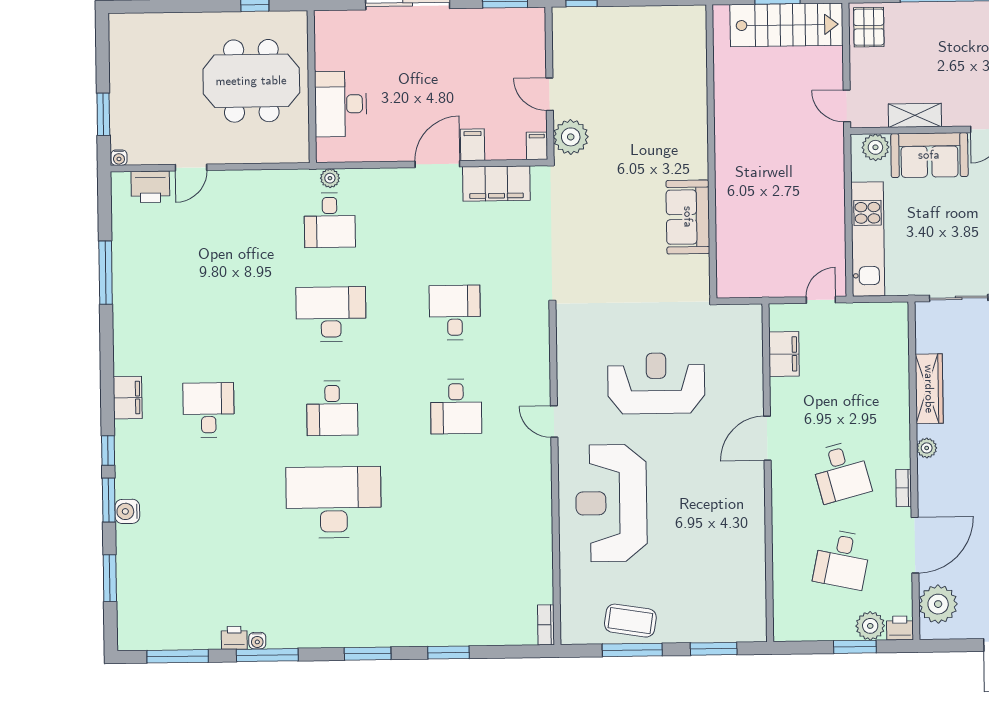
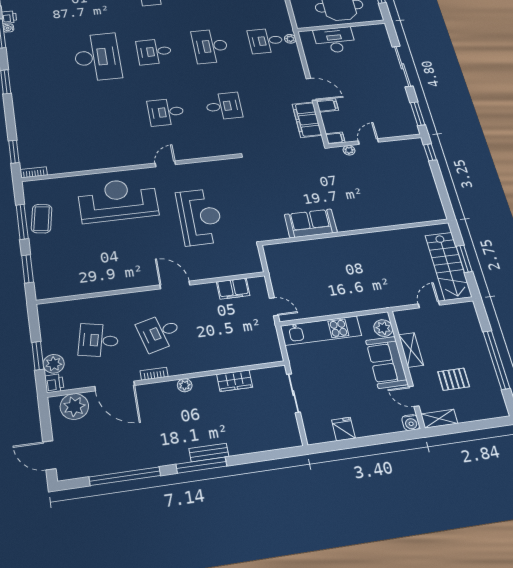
pallet: (869, 27) -> (454, 379), moved
door: (847, 106) -> (429, 305), moved
plant: (571, 137) -> (349, 150), width x0.53, depth x0.53
desk: (331, 314) -> (210, 46), turned 180
wardrobe: (929, 389) -> (235, 381), width x0.67
window: (449, 652) -> (14, 152), moved

